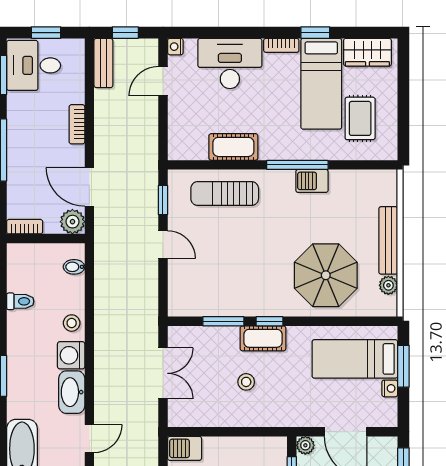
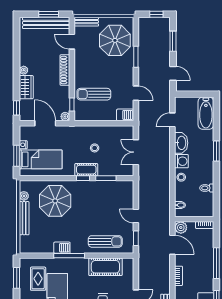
window: (403, 120) -> (17, 278), added
cot: (233, 147) -> (105, 267), width x1.37, depth x1.34

